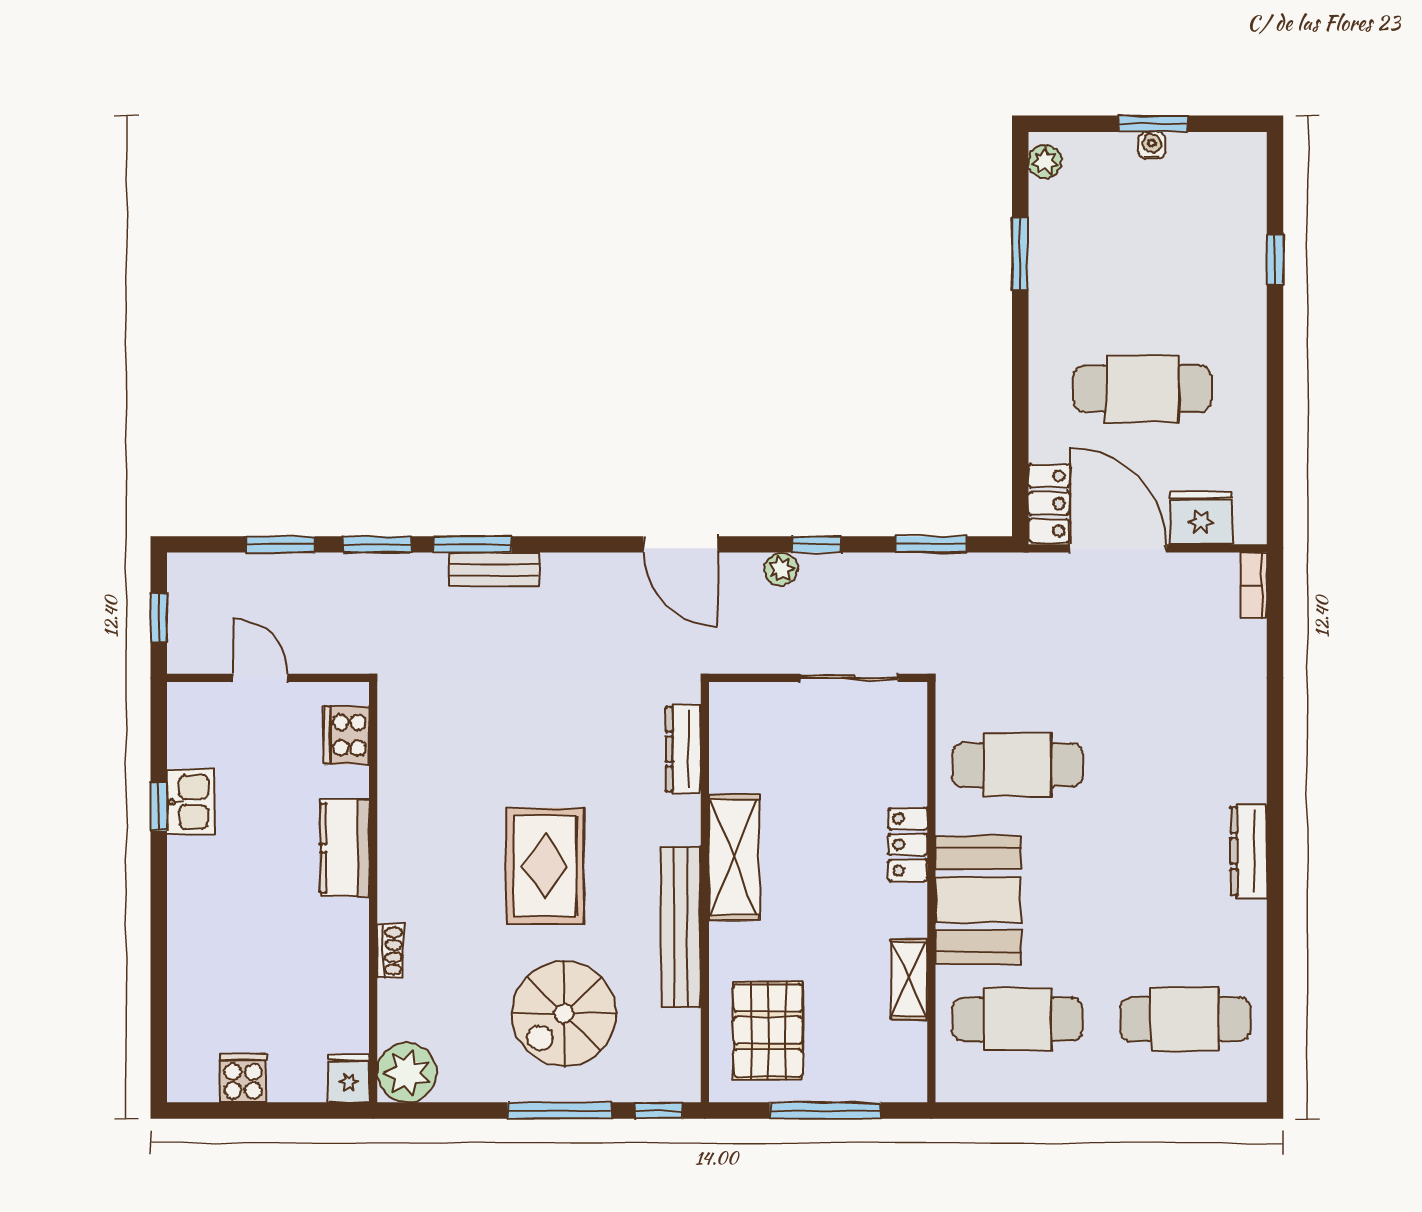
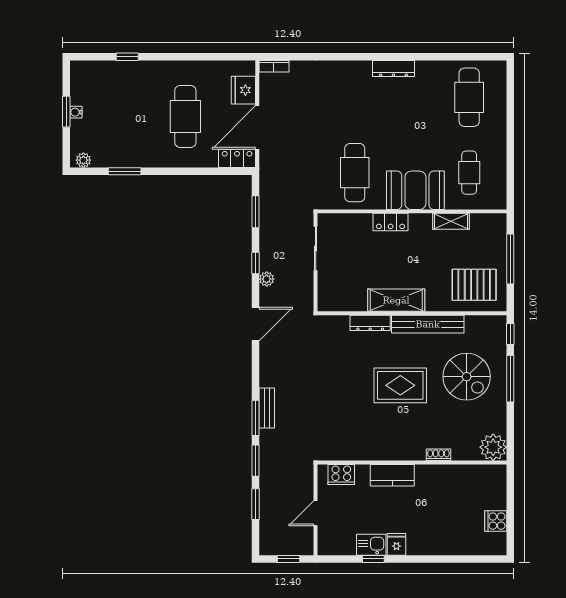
dresser: (683, 749) -> (370, 323), moved
cafe table: (1017, 1019) -> (469, 173), width x0.73, depth x0.74
fridge: (349, 1078) -> (397, 544), moved, turned 90

